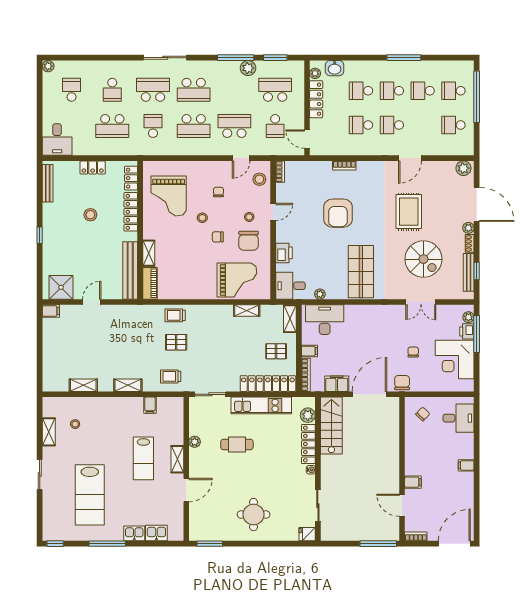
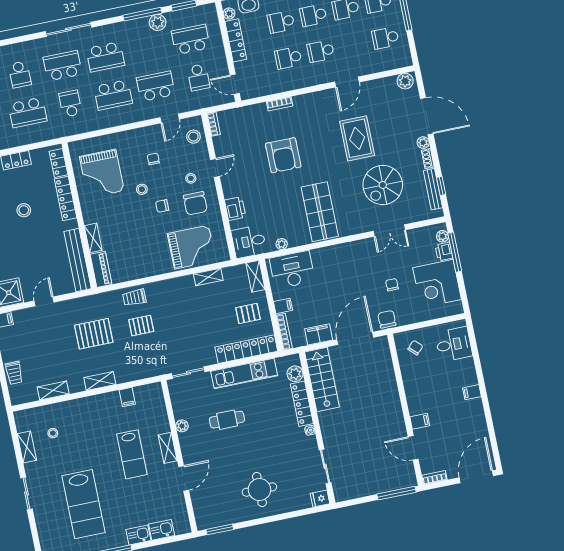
spiral stairs: (423, 259) -> (383, 185), turned 90
pallet: (131, 341) -> (94, 334), added
trolley: (171, 376) -> (14, 373), moved, turned -90

